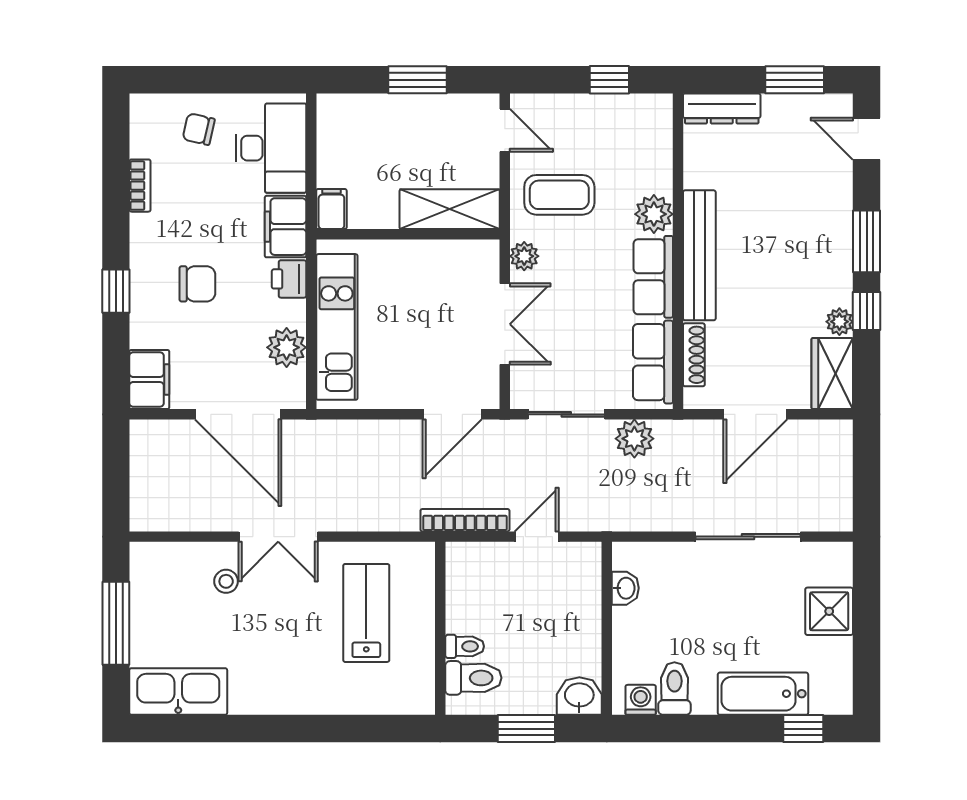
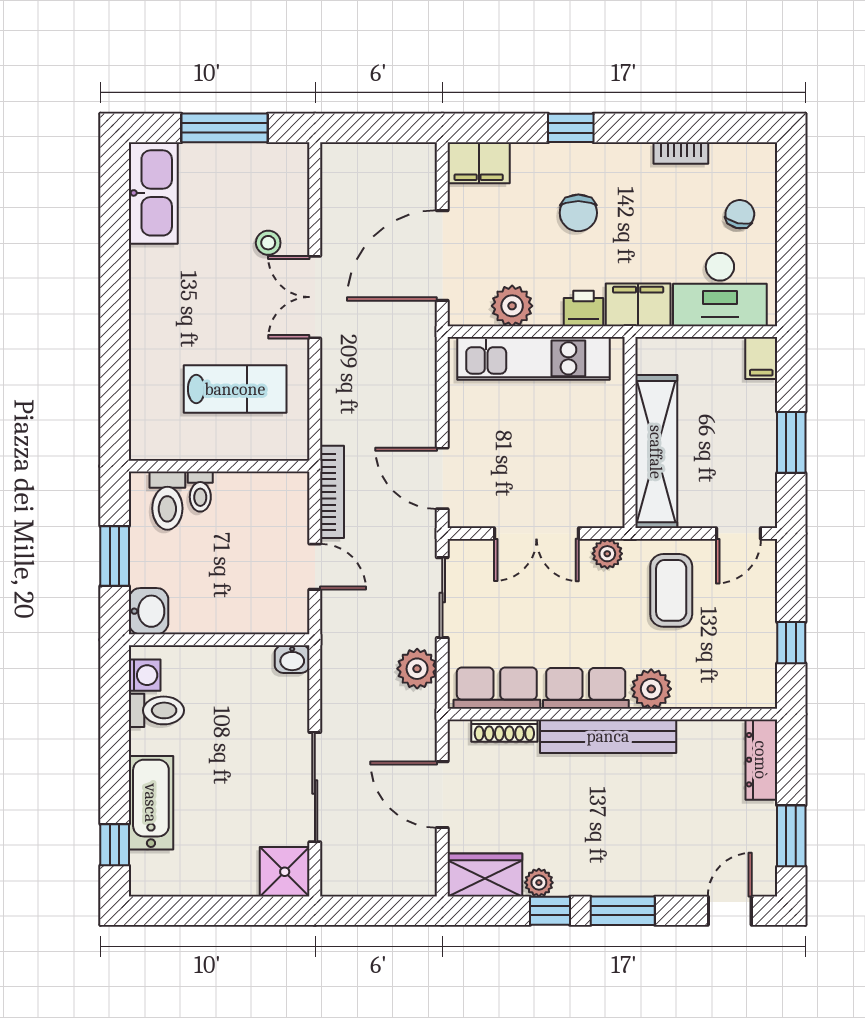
filing cabinet: (331, 209) -> (761, 358), moved, turned 90
shelving: (450, 209) -> (656, 452), width x1.47
washbasin: (625, 588) -> (292, 659), moved
shower: (829, 611) -> (285, 872), moved

